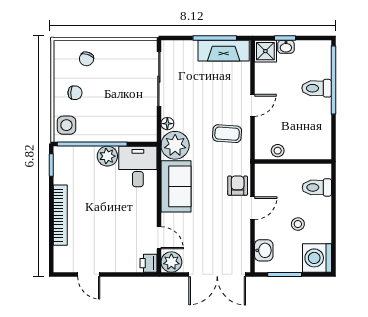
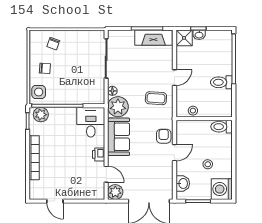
toilet: (317, 88) -> (221, 82), moved
plant: (107, 156) -> (41, 115), moved
toilet: (317, 187) -> (222, 127), moved
printer: (149, 263) -> (99, 154), moved

